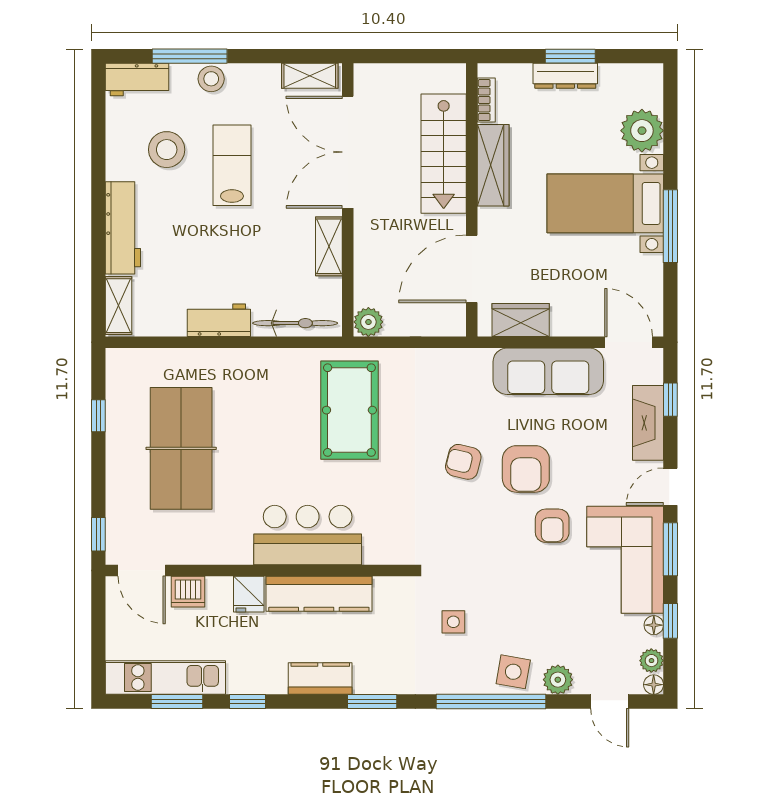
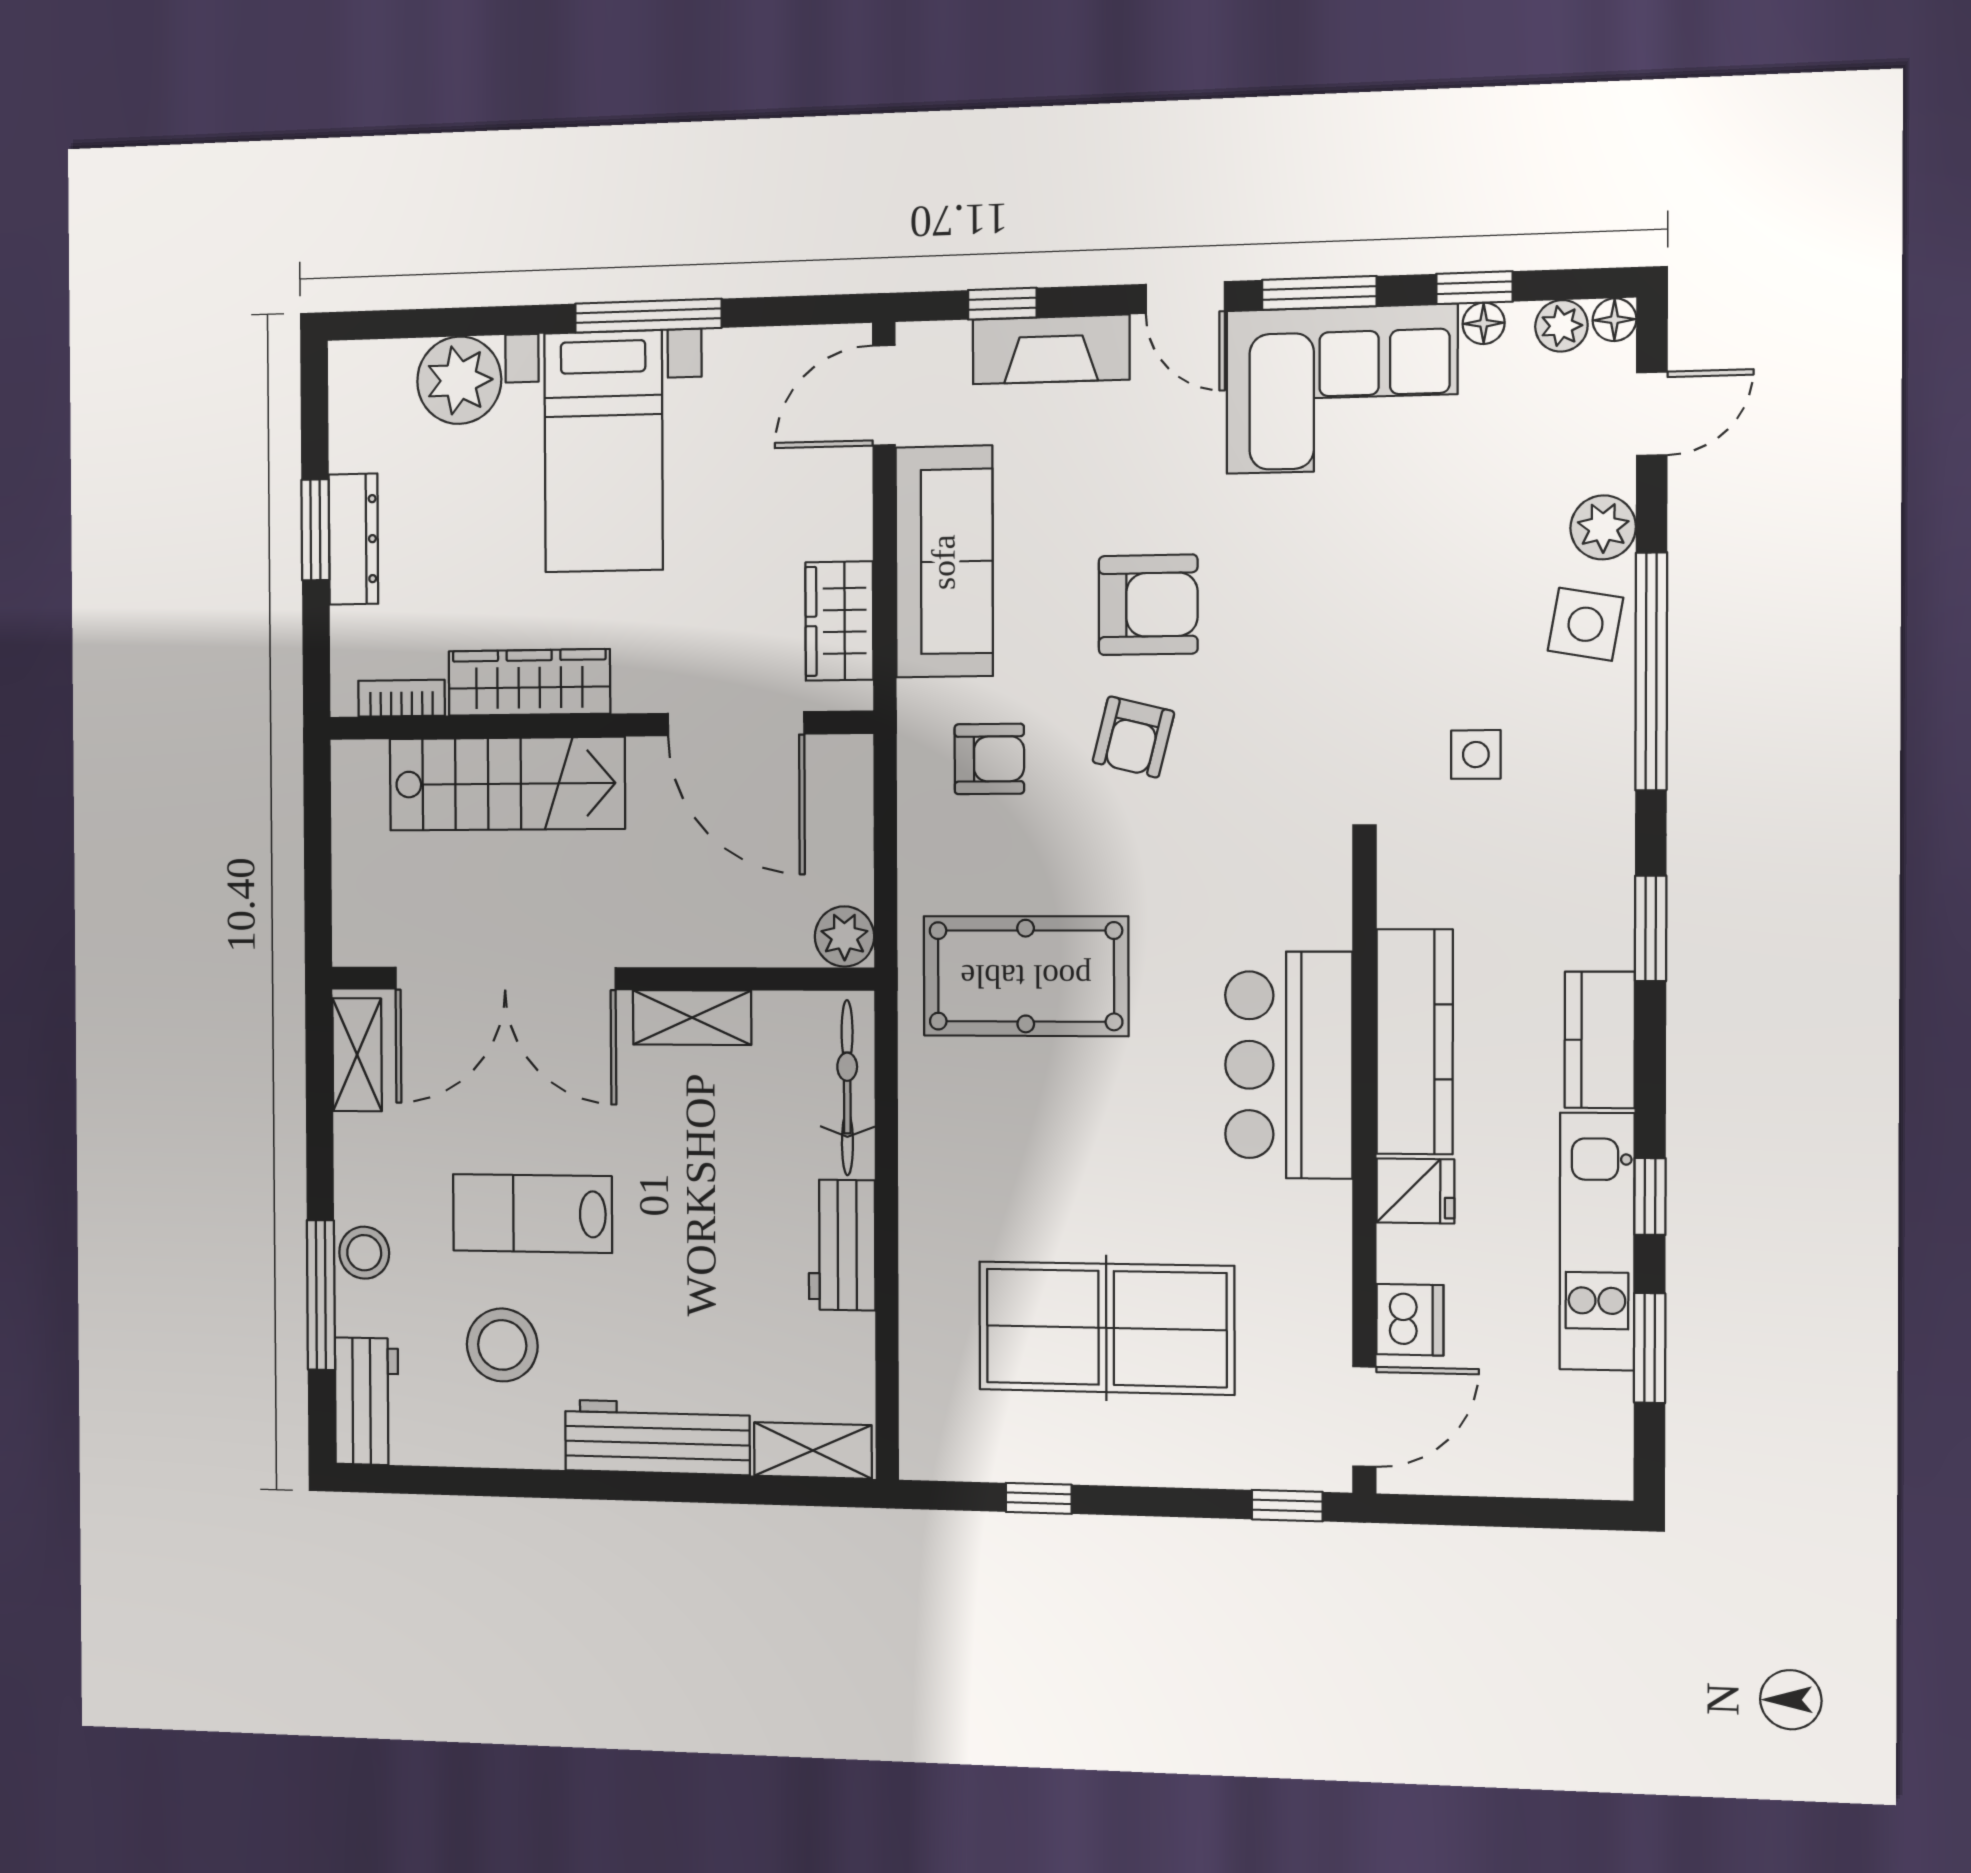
armchair: (552, 526) -> (989, 759), moved
kitchen unit: (165, 678) -> (1597, 1242), moved

